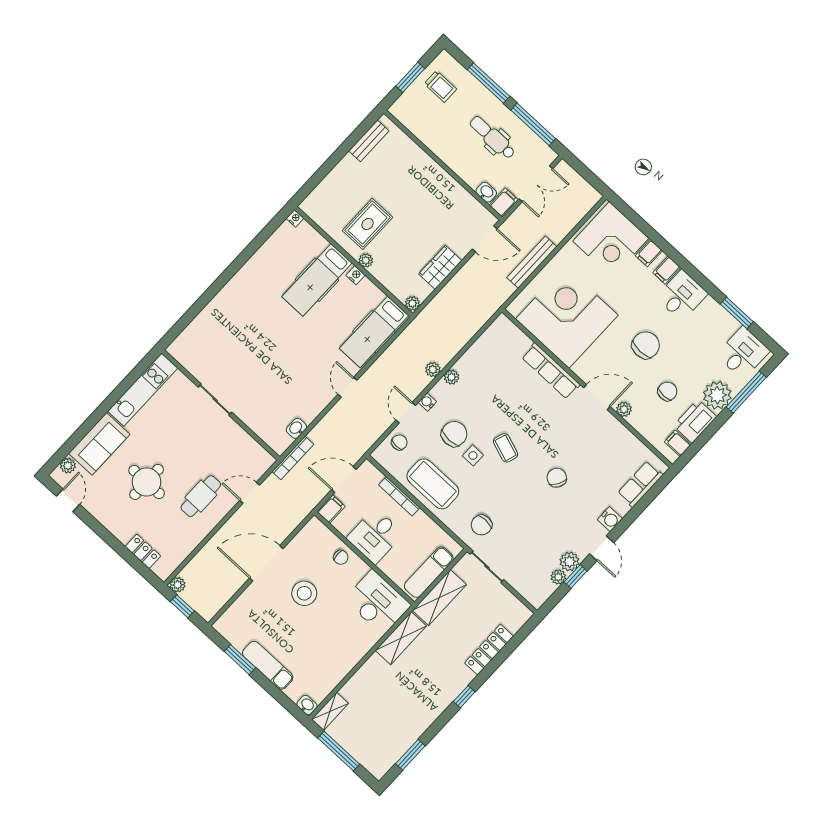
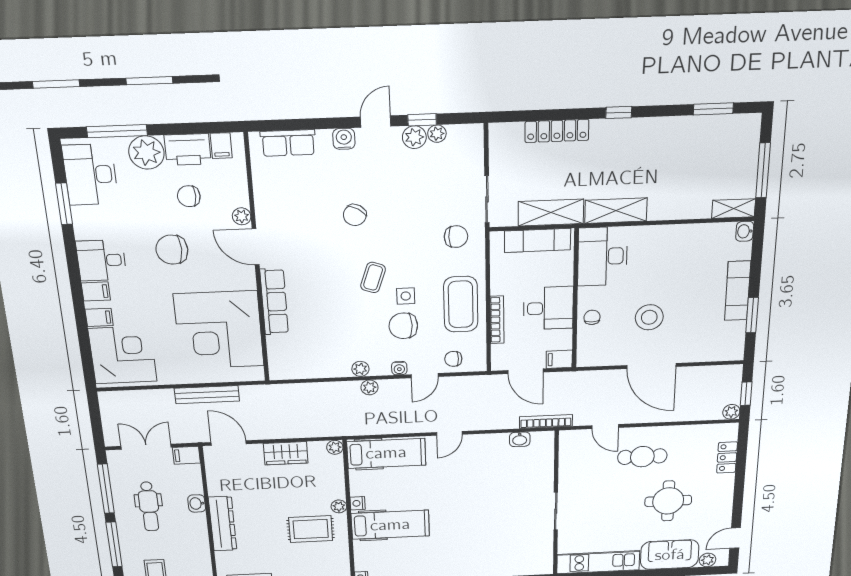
dresser: (431, 171) -> (223, 524), added
washbasin: (486, 192) -> (197, 503), moved
desk: (743, 353) -> (90, 175), width x1.37

